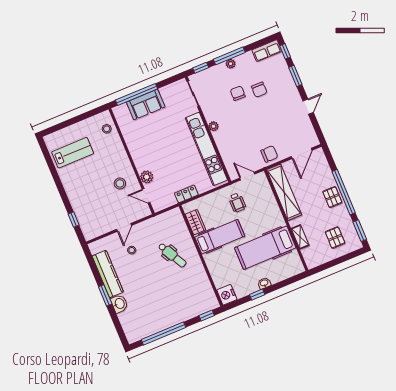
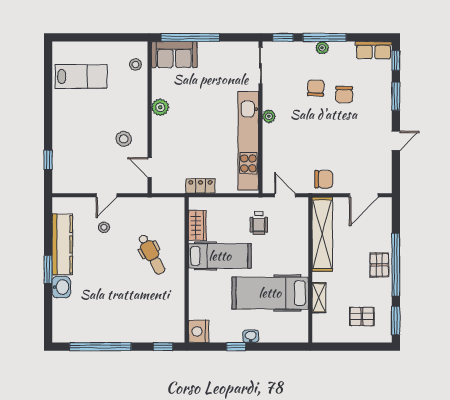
sofa: (146, 105) -> (174, 55), moved
plant: (147, 177) -> (160, 107), moved
pallet: (335, 238) -> (362, 316), turned 90

